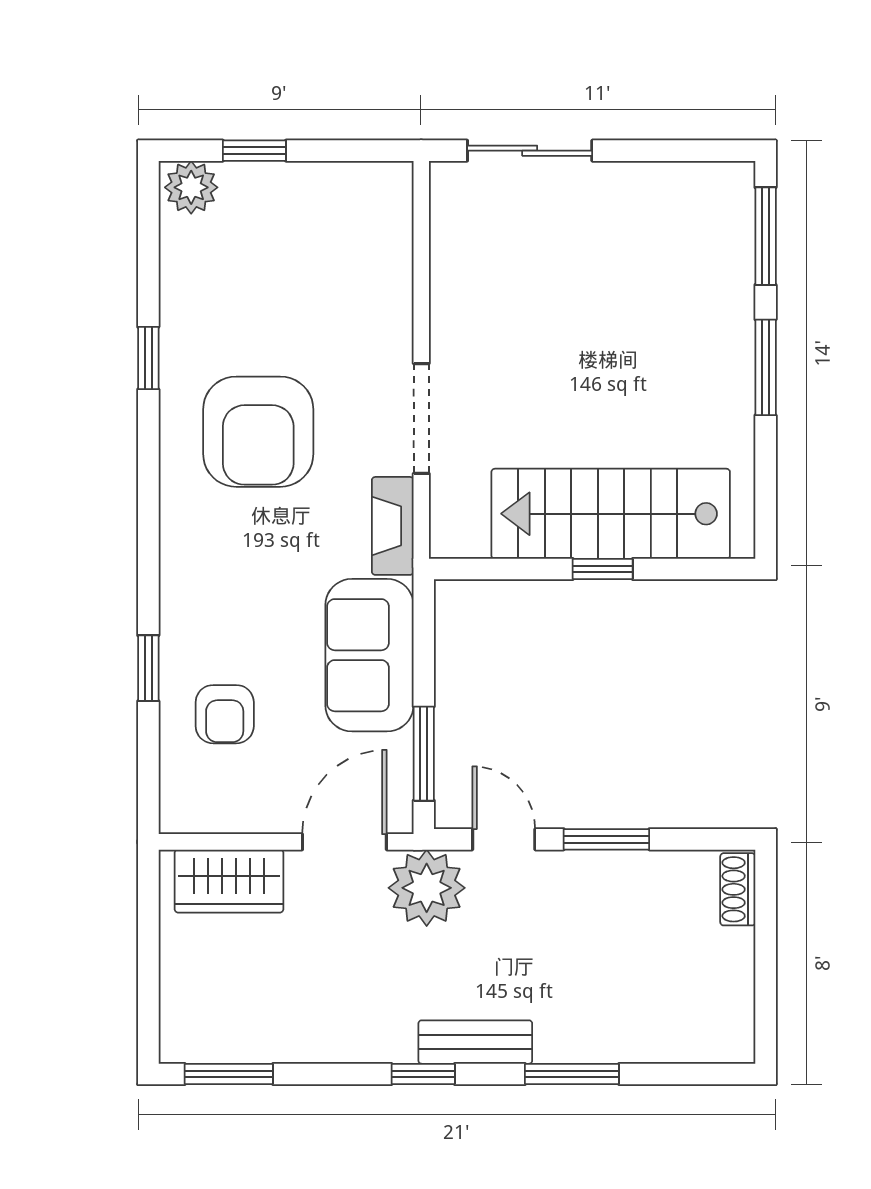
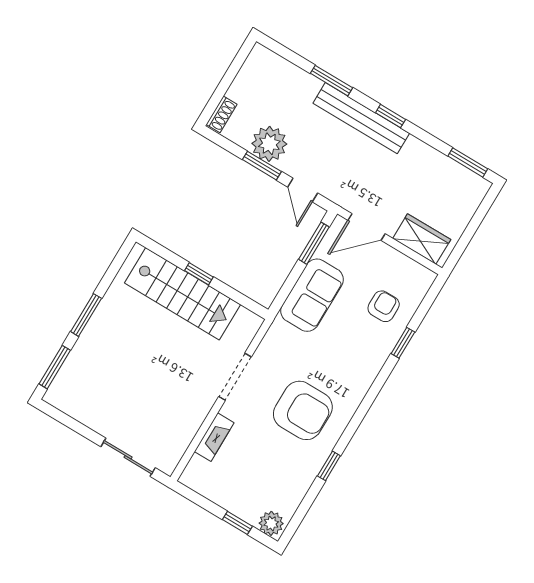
armchair: (258, 432) -> (303, 410), turned 90
fireplace: (393, 526) -> (214, 437), moved
plant: (427, 888) -> (269, 144), moved
bench: (475, 1042) -> (361, 118), width x1.86, depth x1.21

